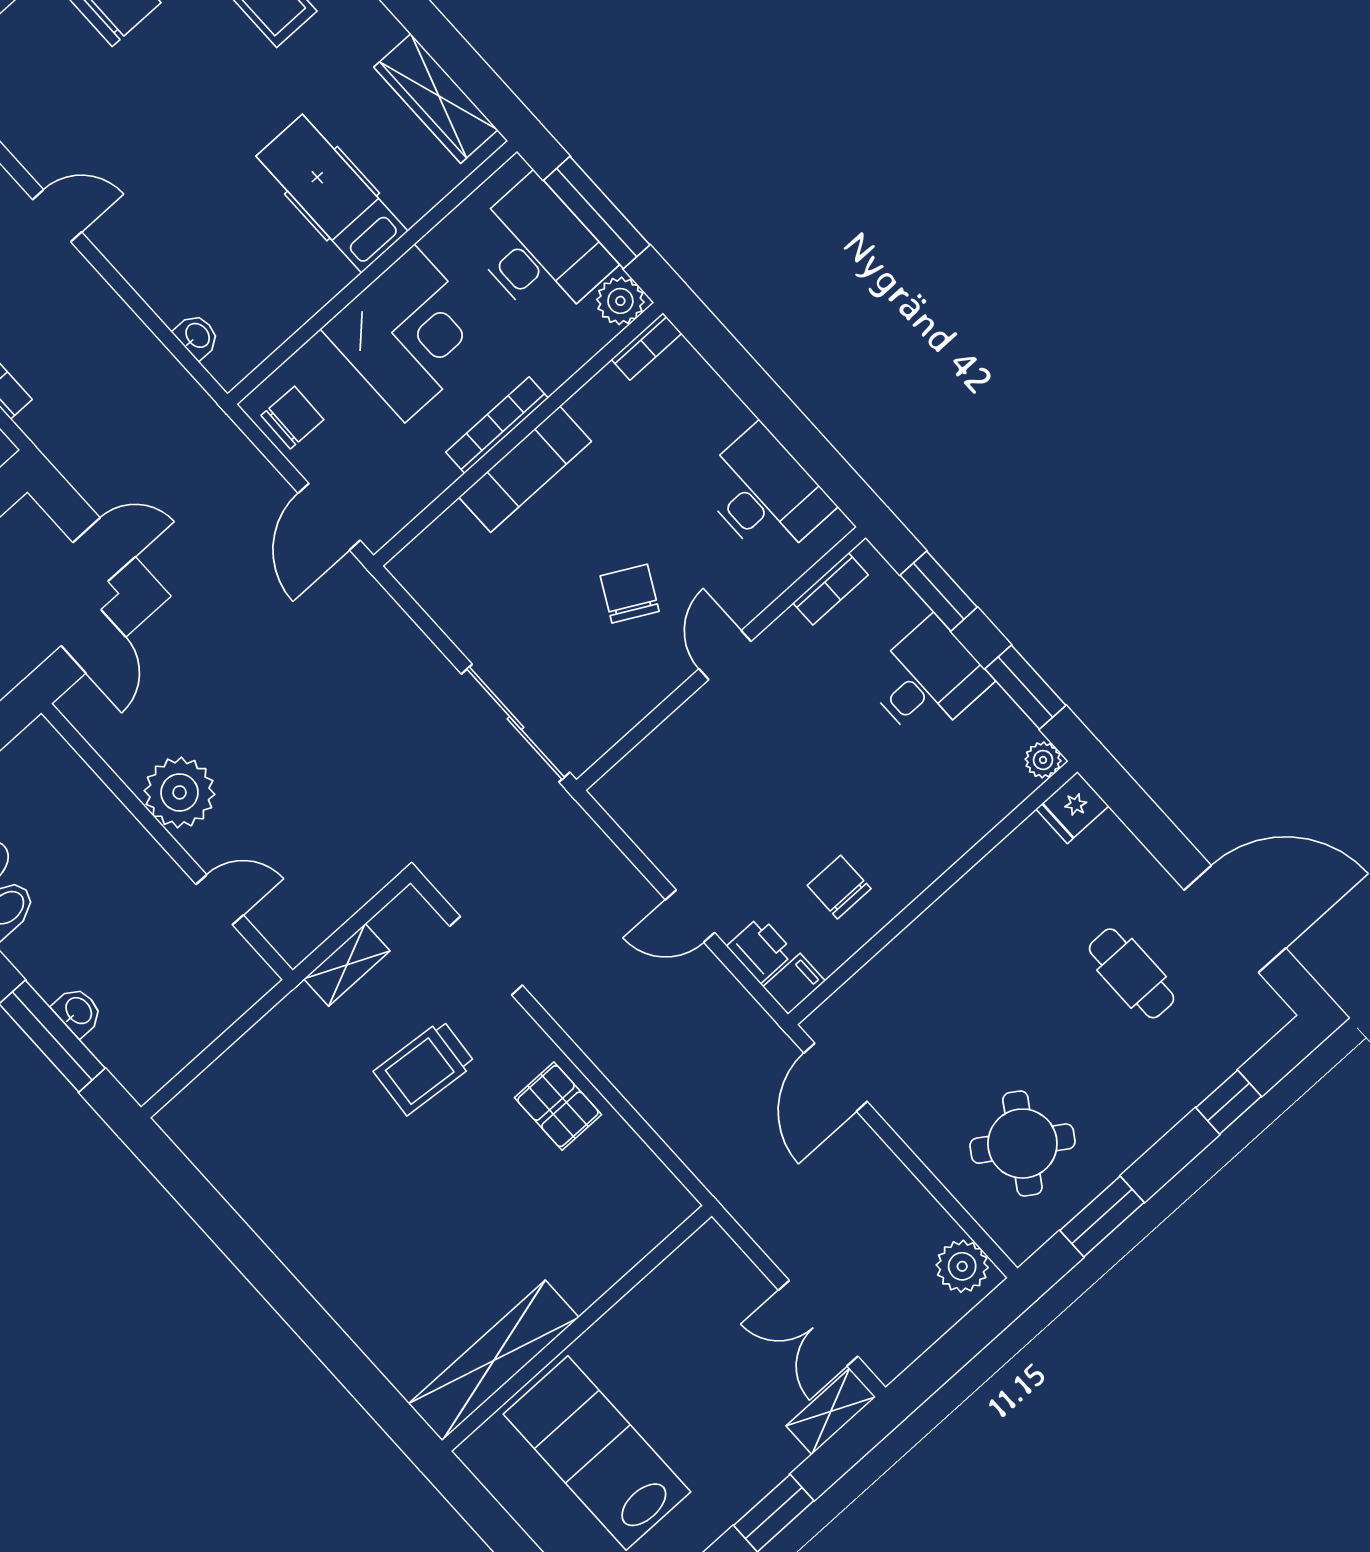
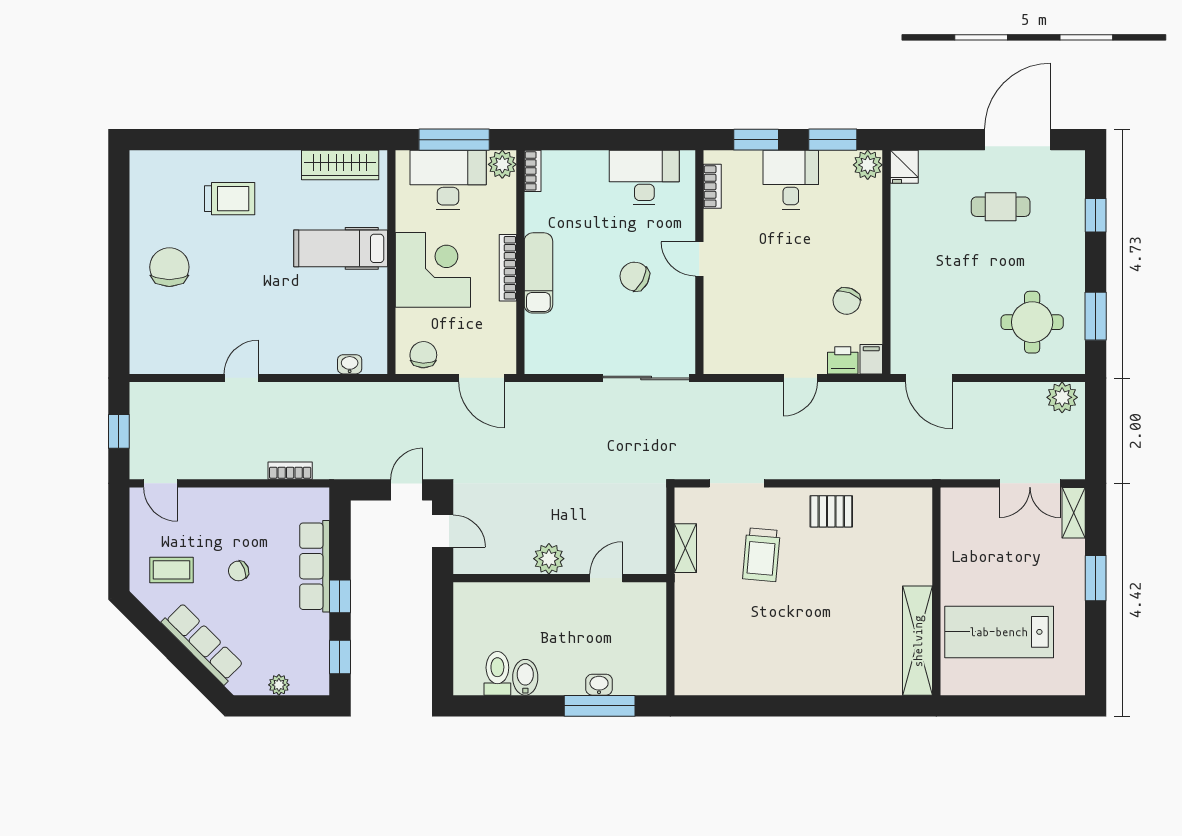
plant: (1043, 760) -> (868, 165), width x1.38, depth x1.38
plant: (180, 792) -> (549, 559), width x0.73, depth x0.73
chair: (839, 887) -> (847, 301), turned -69
round table: (1022, 1144) -> (1032, 322), turned -33

